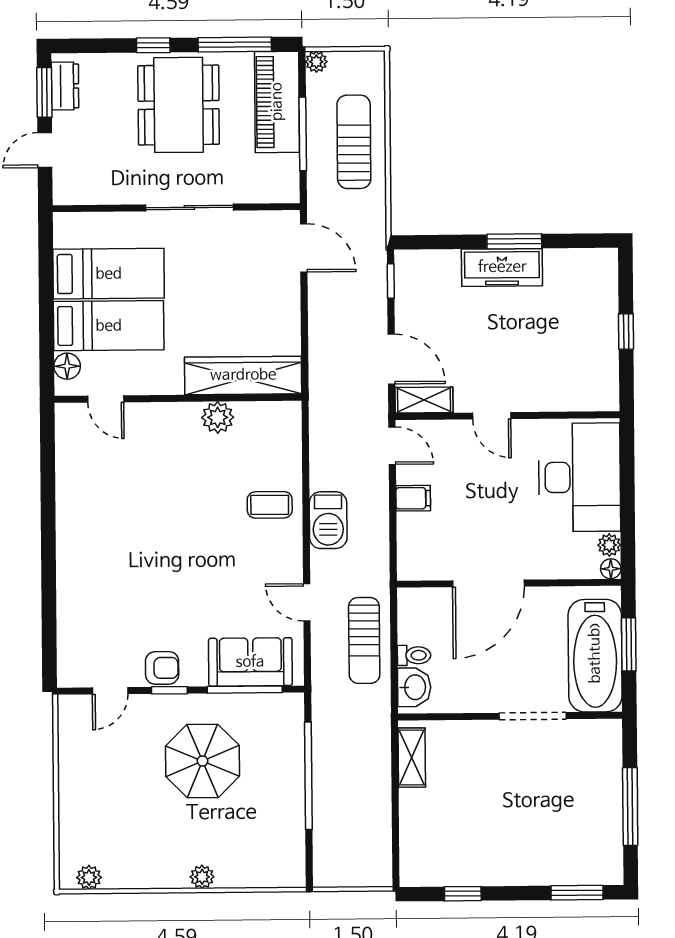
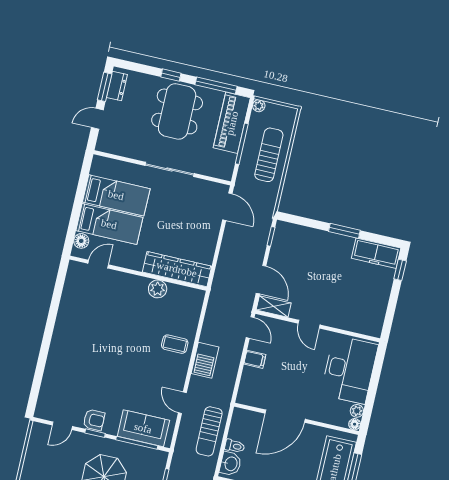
freezer: (502, 267) -> (376, 253), moved
window: (626, 331) -> (400, 270), moved
door: (106, 399) -> (98, 264), swing flipped

